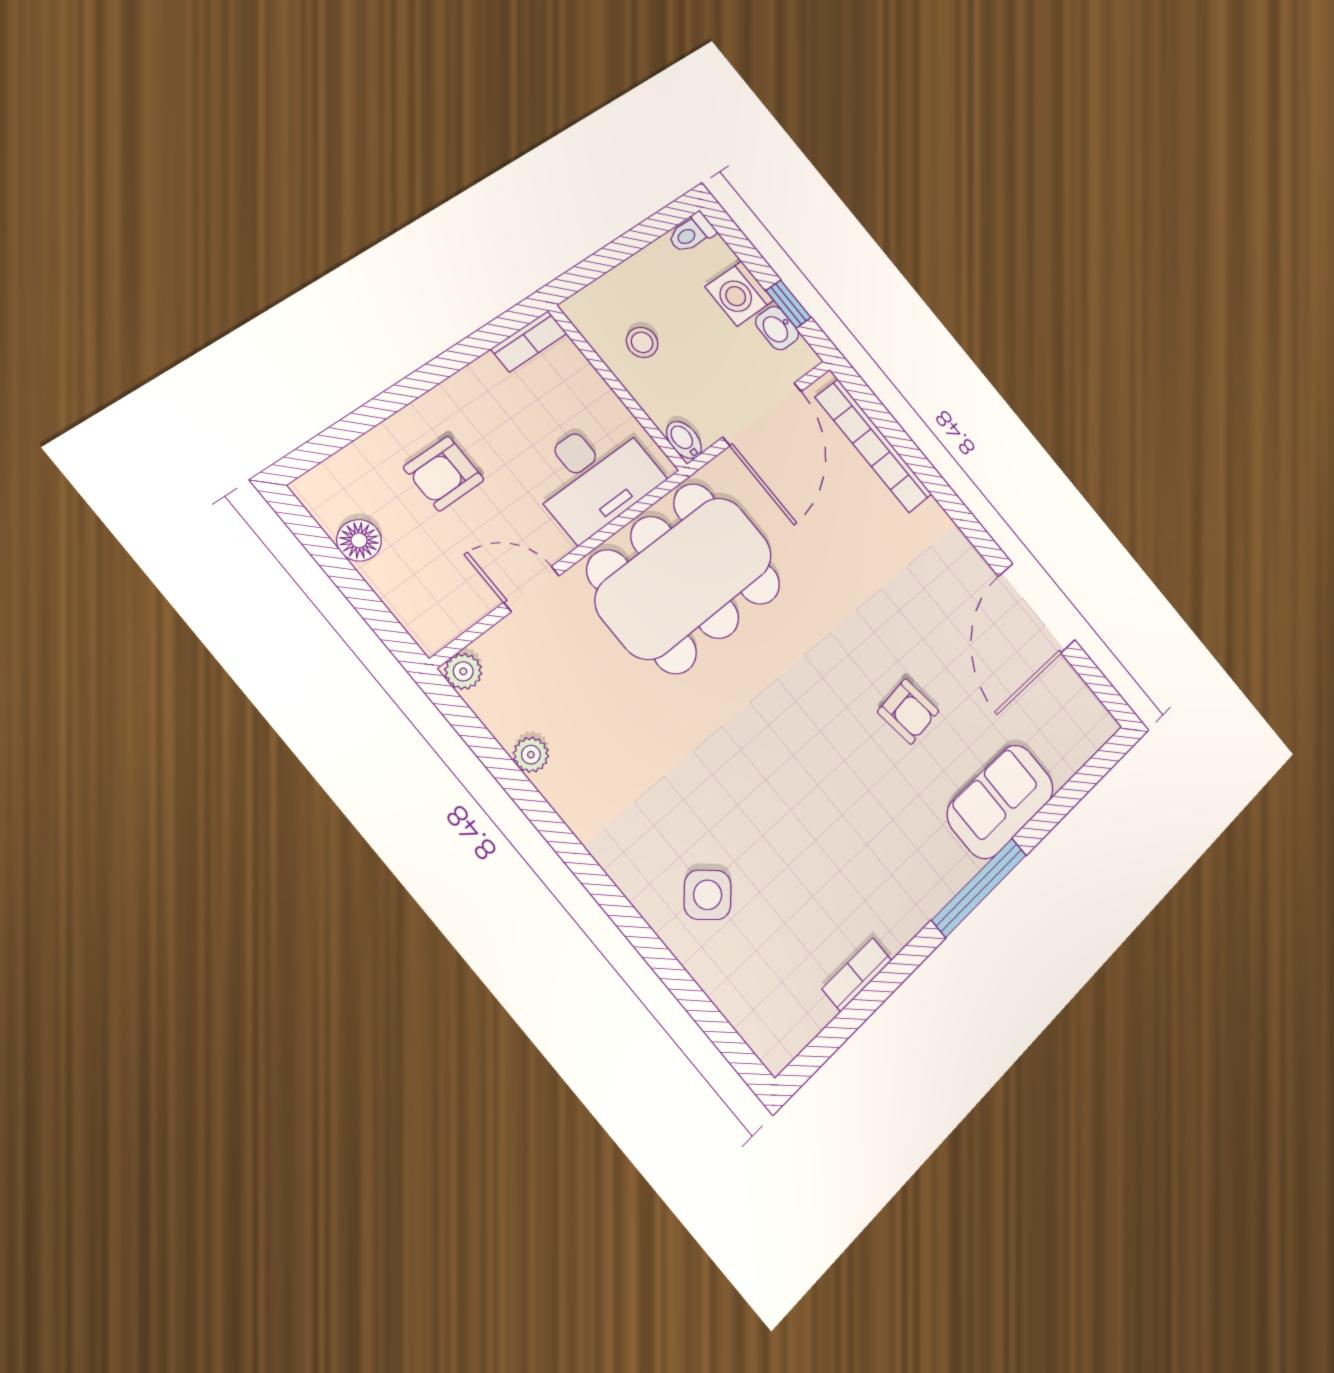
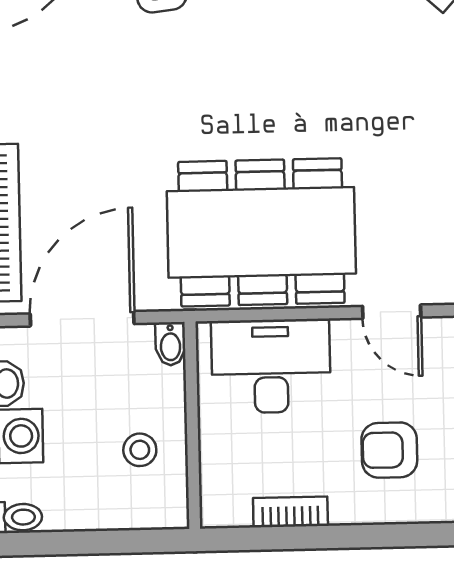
bookcase: (529, 341) -> (290, 512), moved
armchair: (444, 474) -> (389, 450), turned 180

